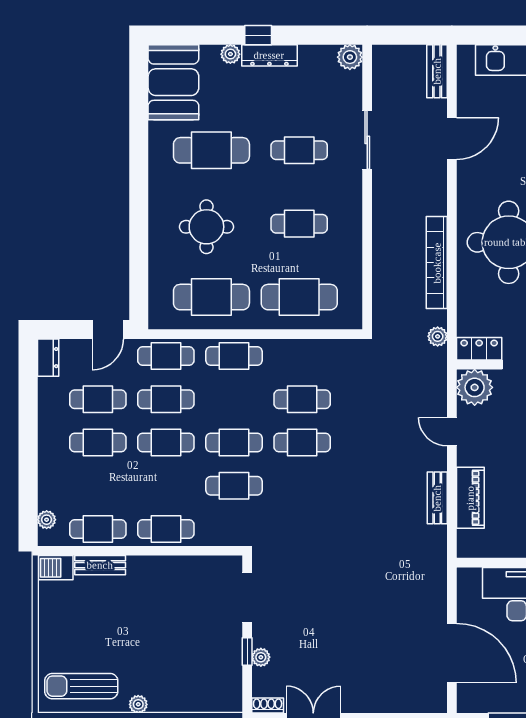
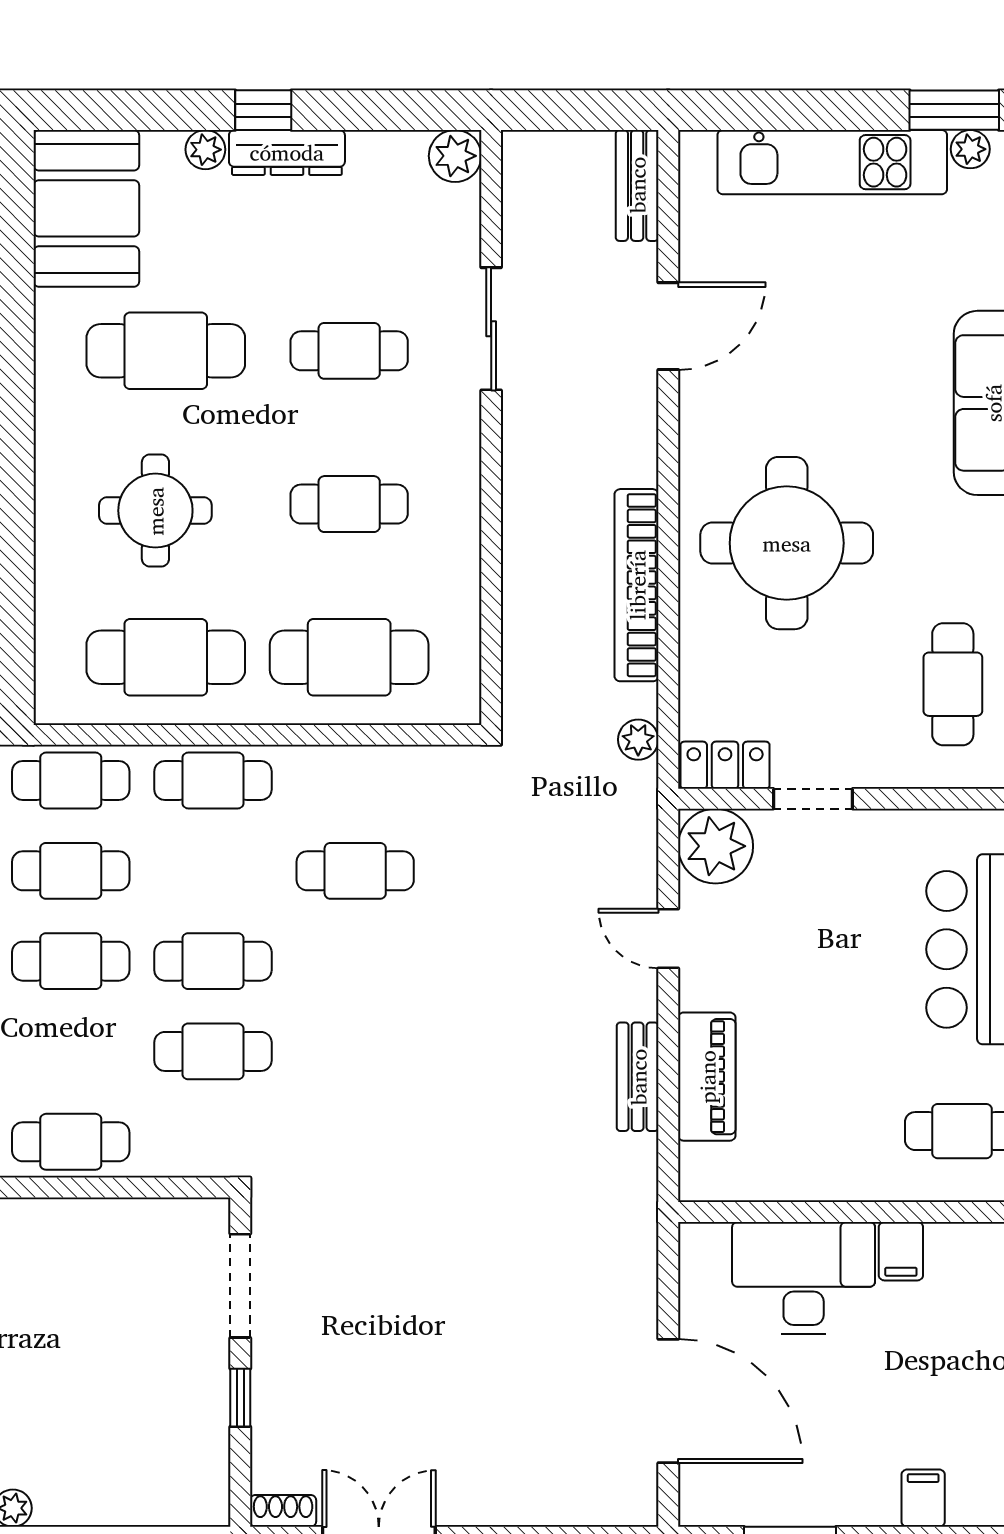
cafe table: (302, 442) -> (355, 961), removed
plant: (261, 657) -> (269, 1410), removed

